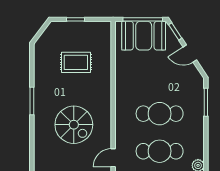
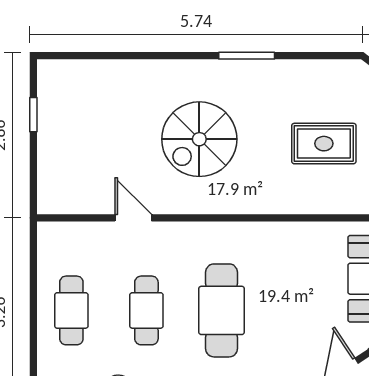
rug: (76, 62) -> (324, 144), turned 90
cafe table: (160, 151) -> (146, 310), width x0.73, depth x0.74

